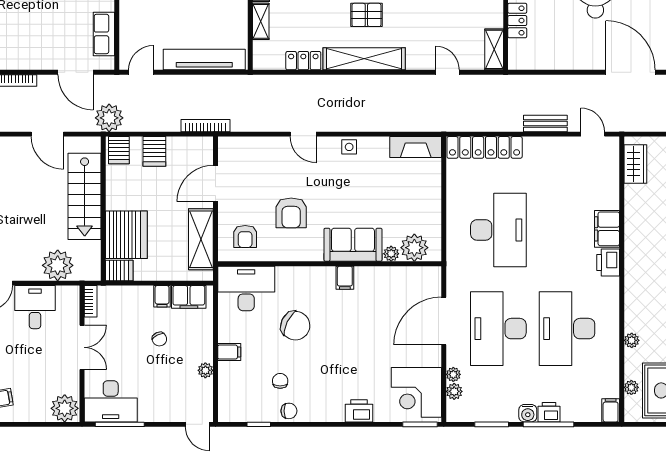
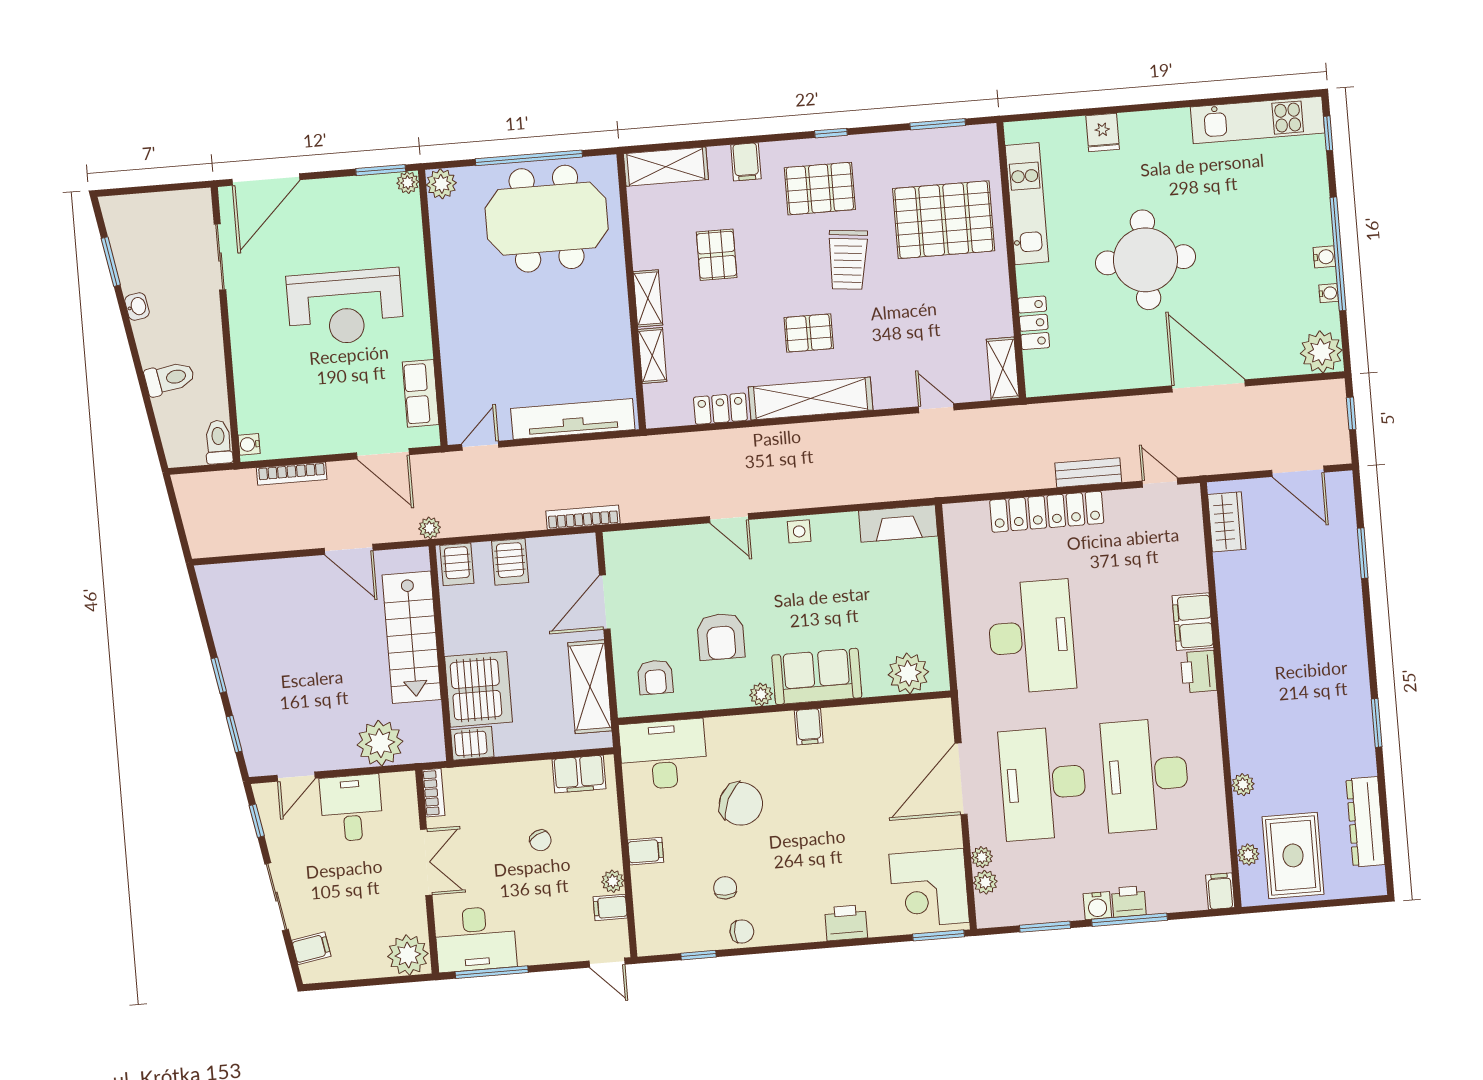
plant: (109, 118) -> (430, 528), width x0.53, depth x0.53
locker: (485, 147) -> (1047, 512), moved
plant: (391, 254) -> (761, 694), moved
filing cabinet: (162, 296) -> (610, 907), moved, turned 90

